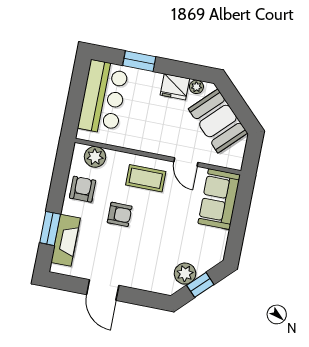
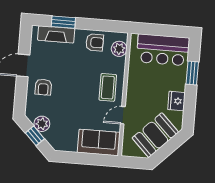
plant: (196, 87) -> (178, 117), removed
armchair: (120, 214) -> (43, 87), moved

